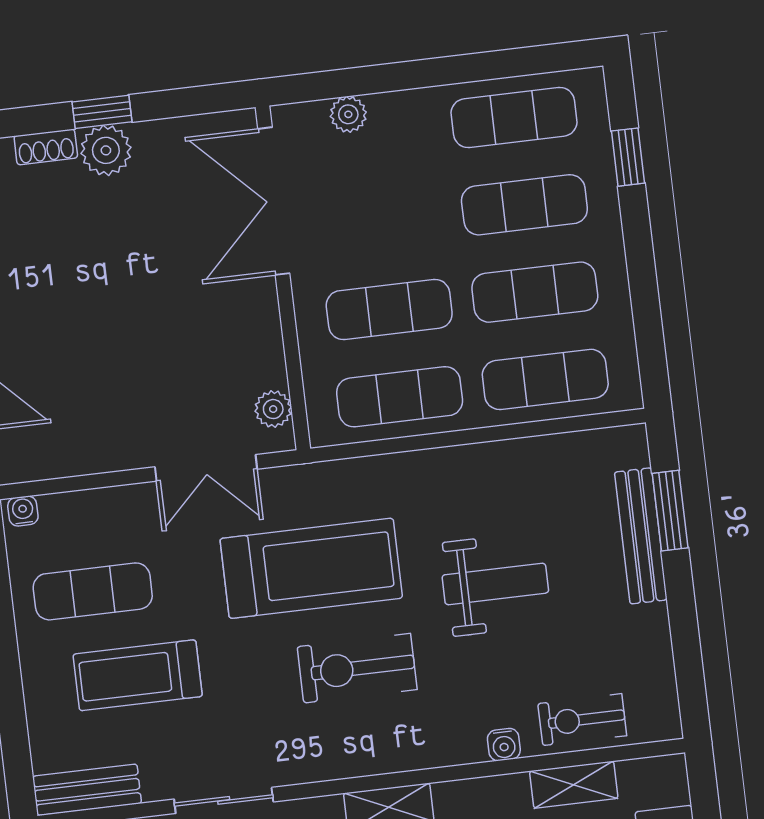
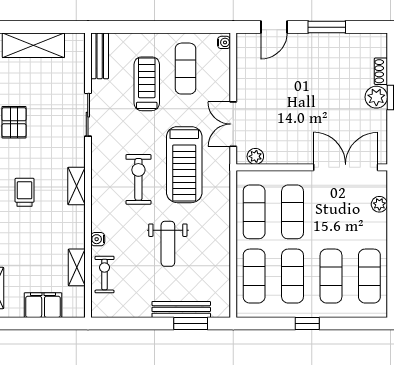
window: (628, 157) -> (307, 323), moved

